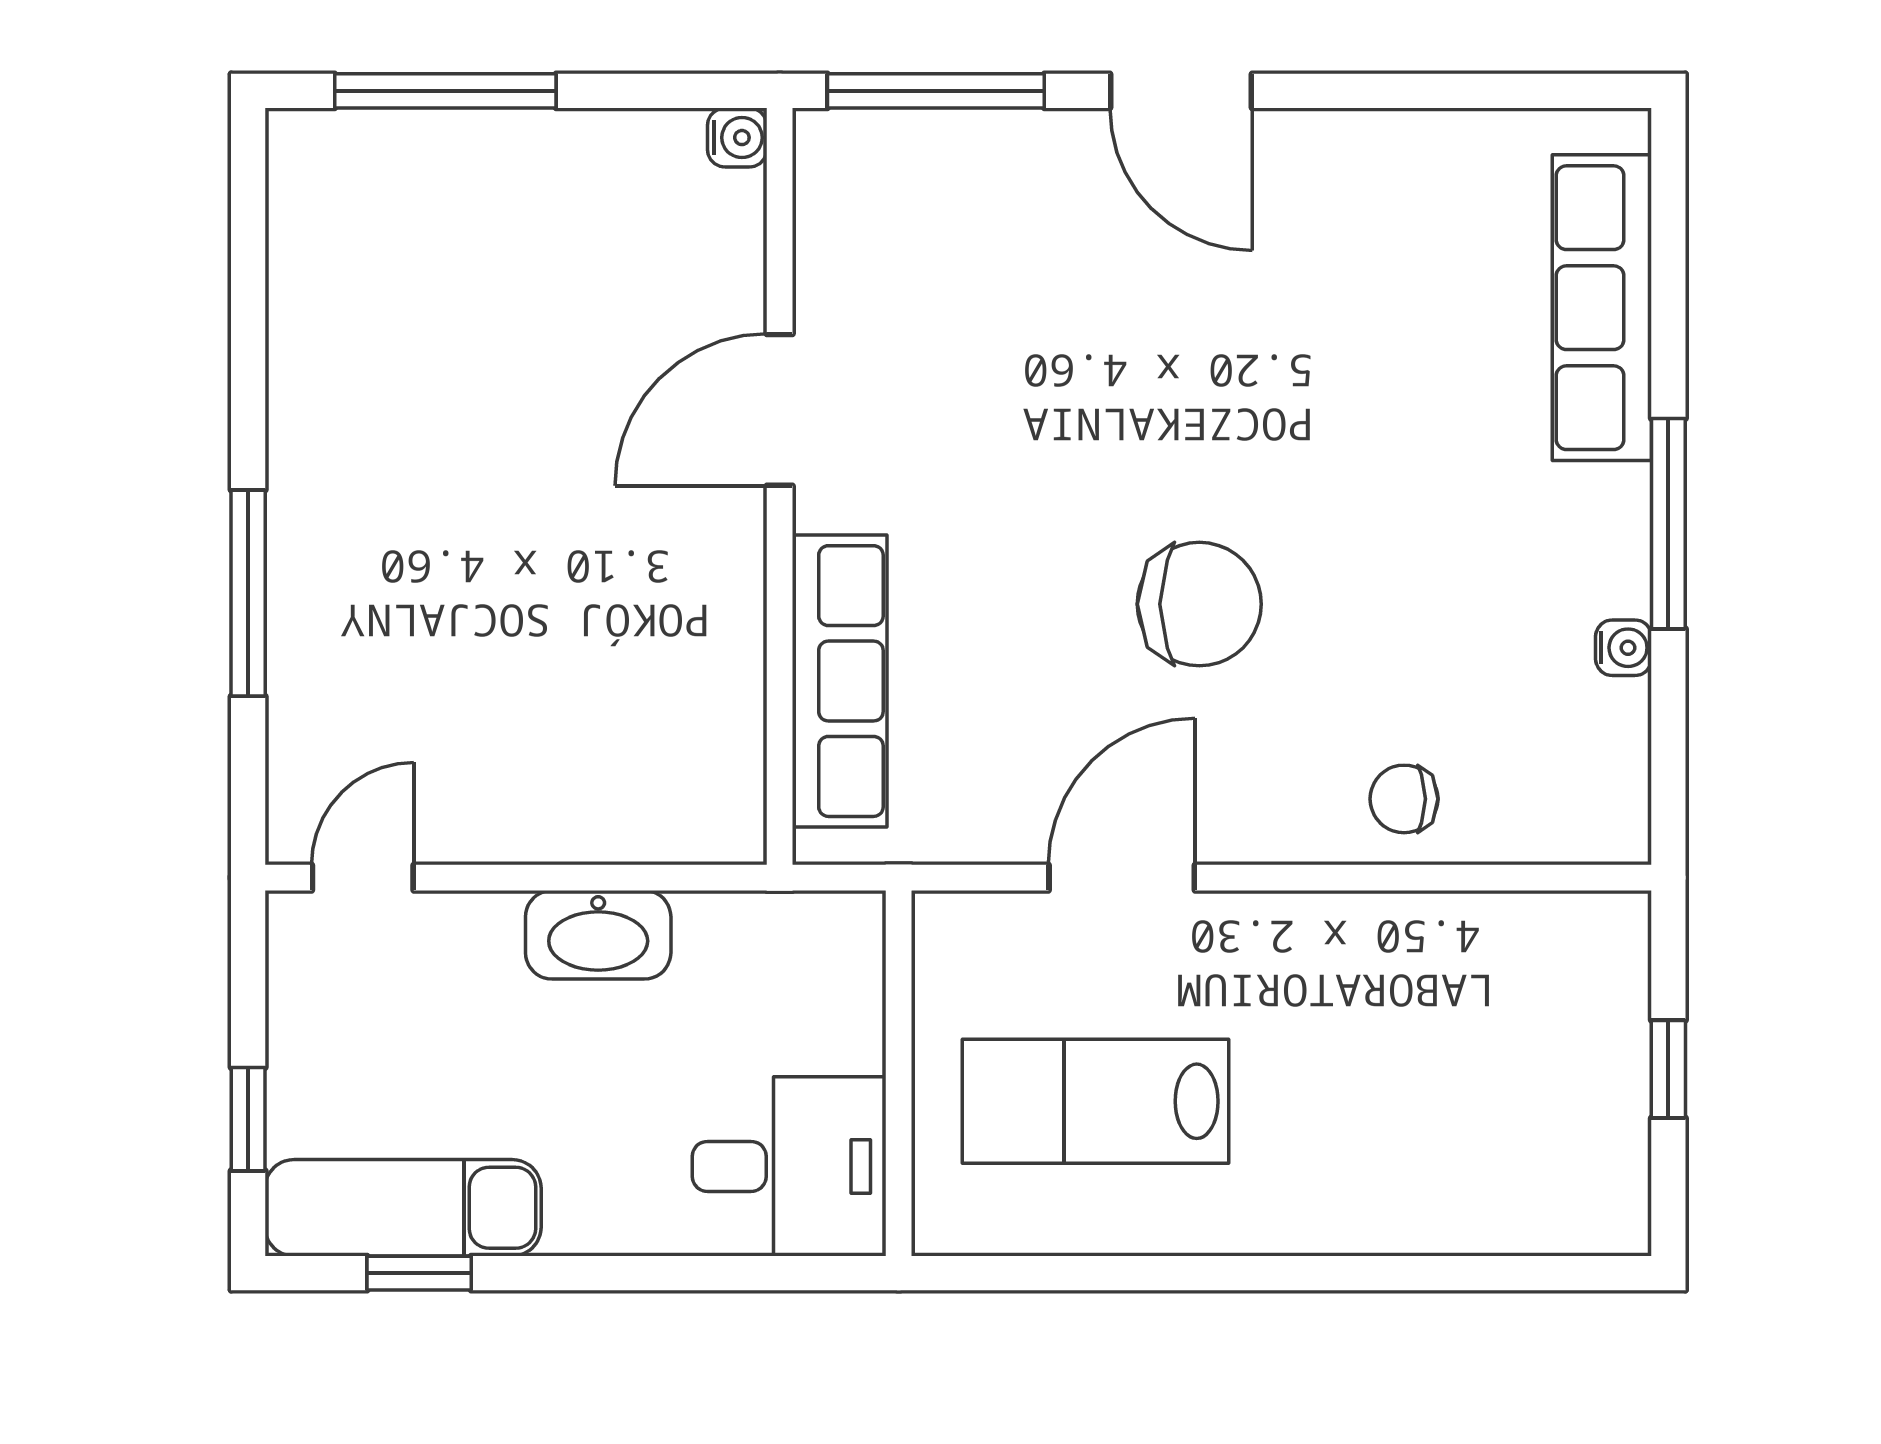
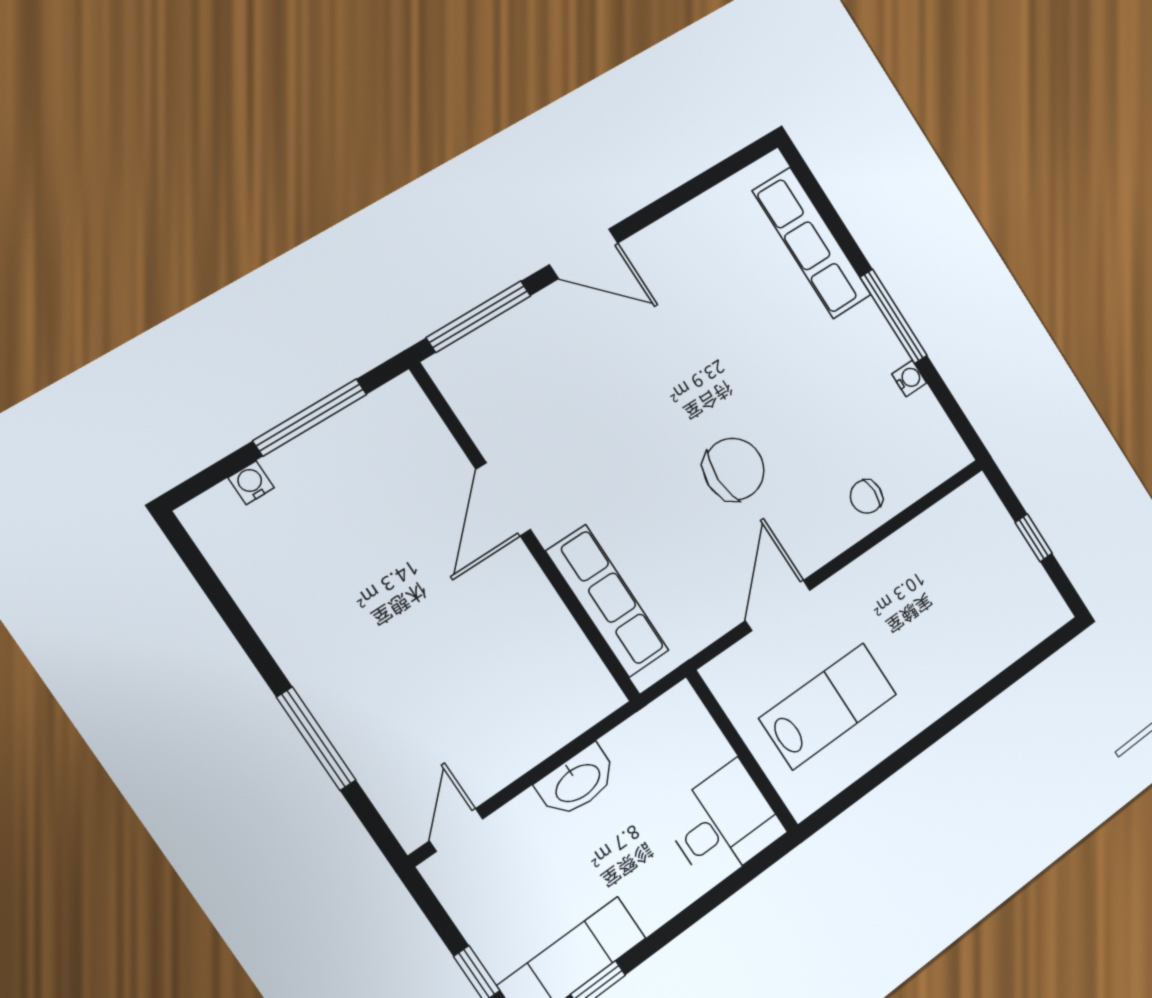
window: (445, 91) -> (310, 417), moved
water cooler: (737, 138) -> (251, 483), moved, turned -90
lab bench: (1096, 1101) -> (828, 706), turned 180

